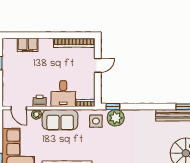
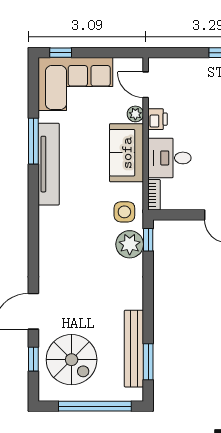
door: (19, 108) -> (146, 85), hinge flipped

